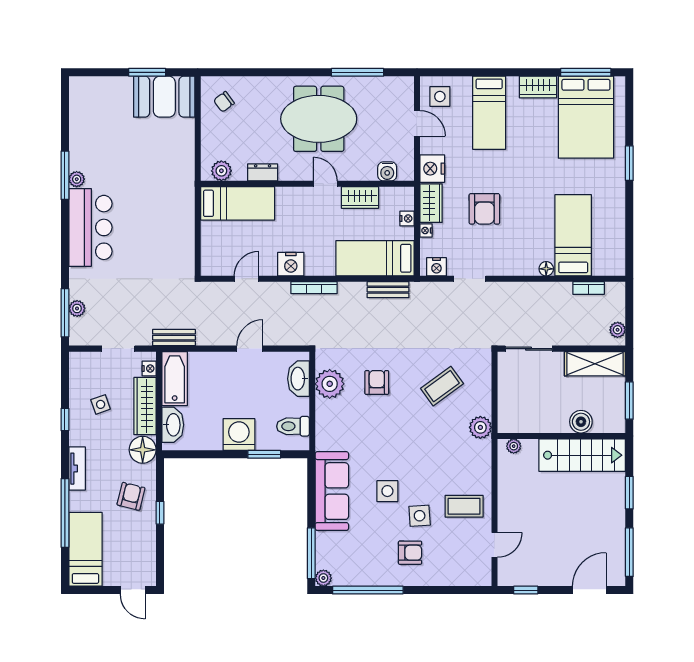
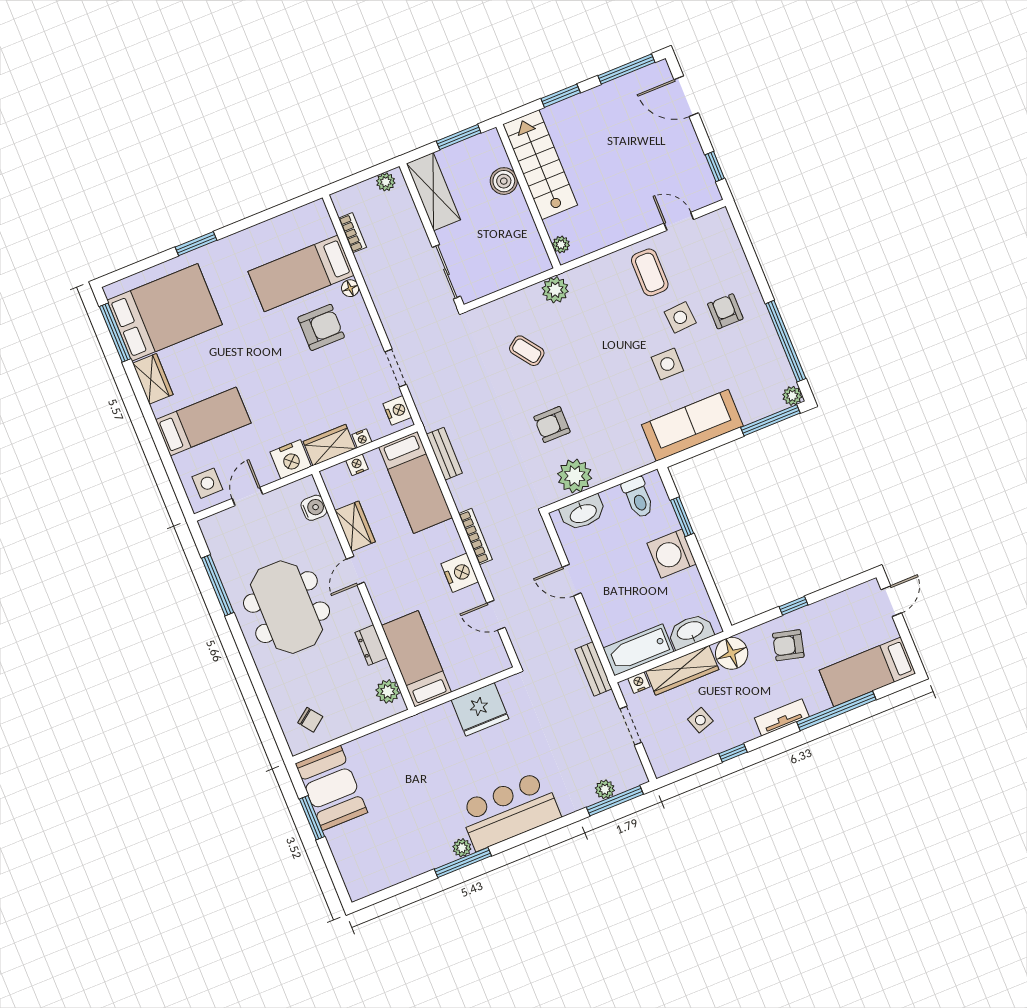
armchair: (484, 209) -> (321, 327), moved
fridge: (178, 237) -> (480, 709), added
coffee table: (442, 386) -> (527, 351), width x0.73, depth x0.77

